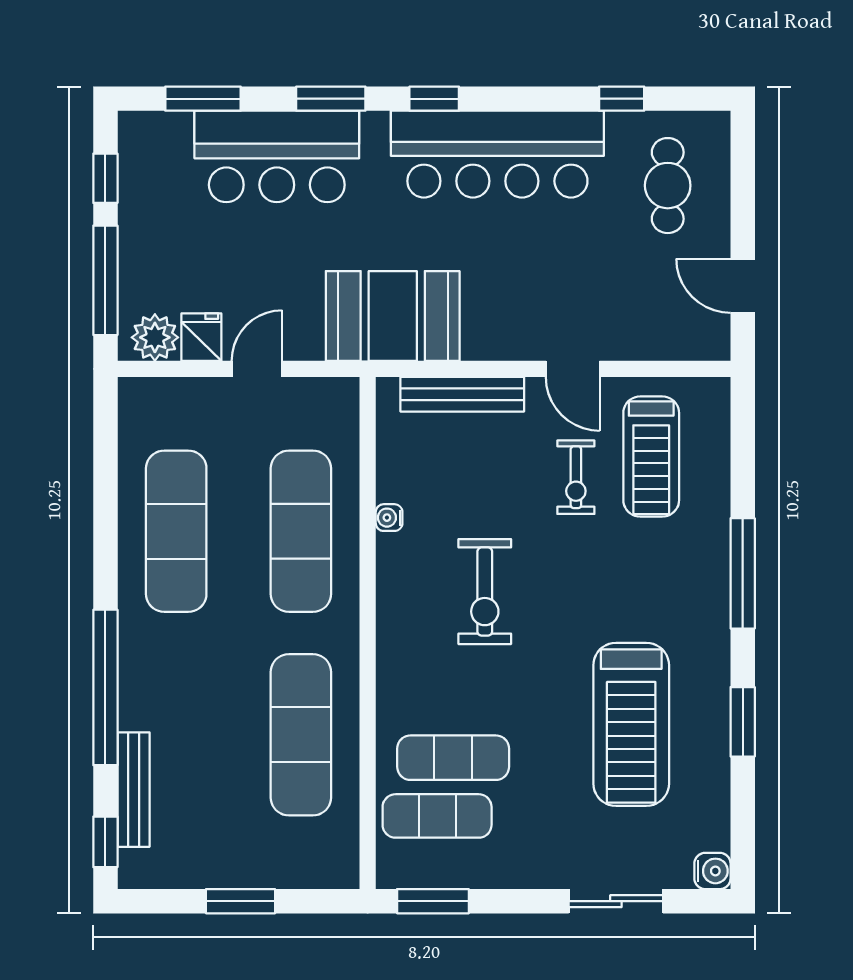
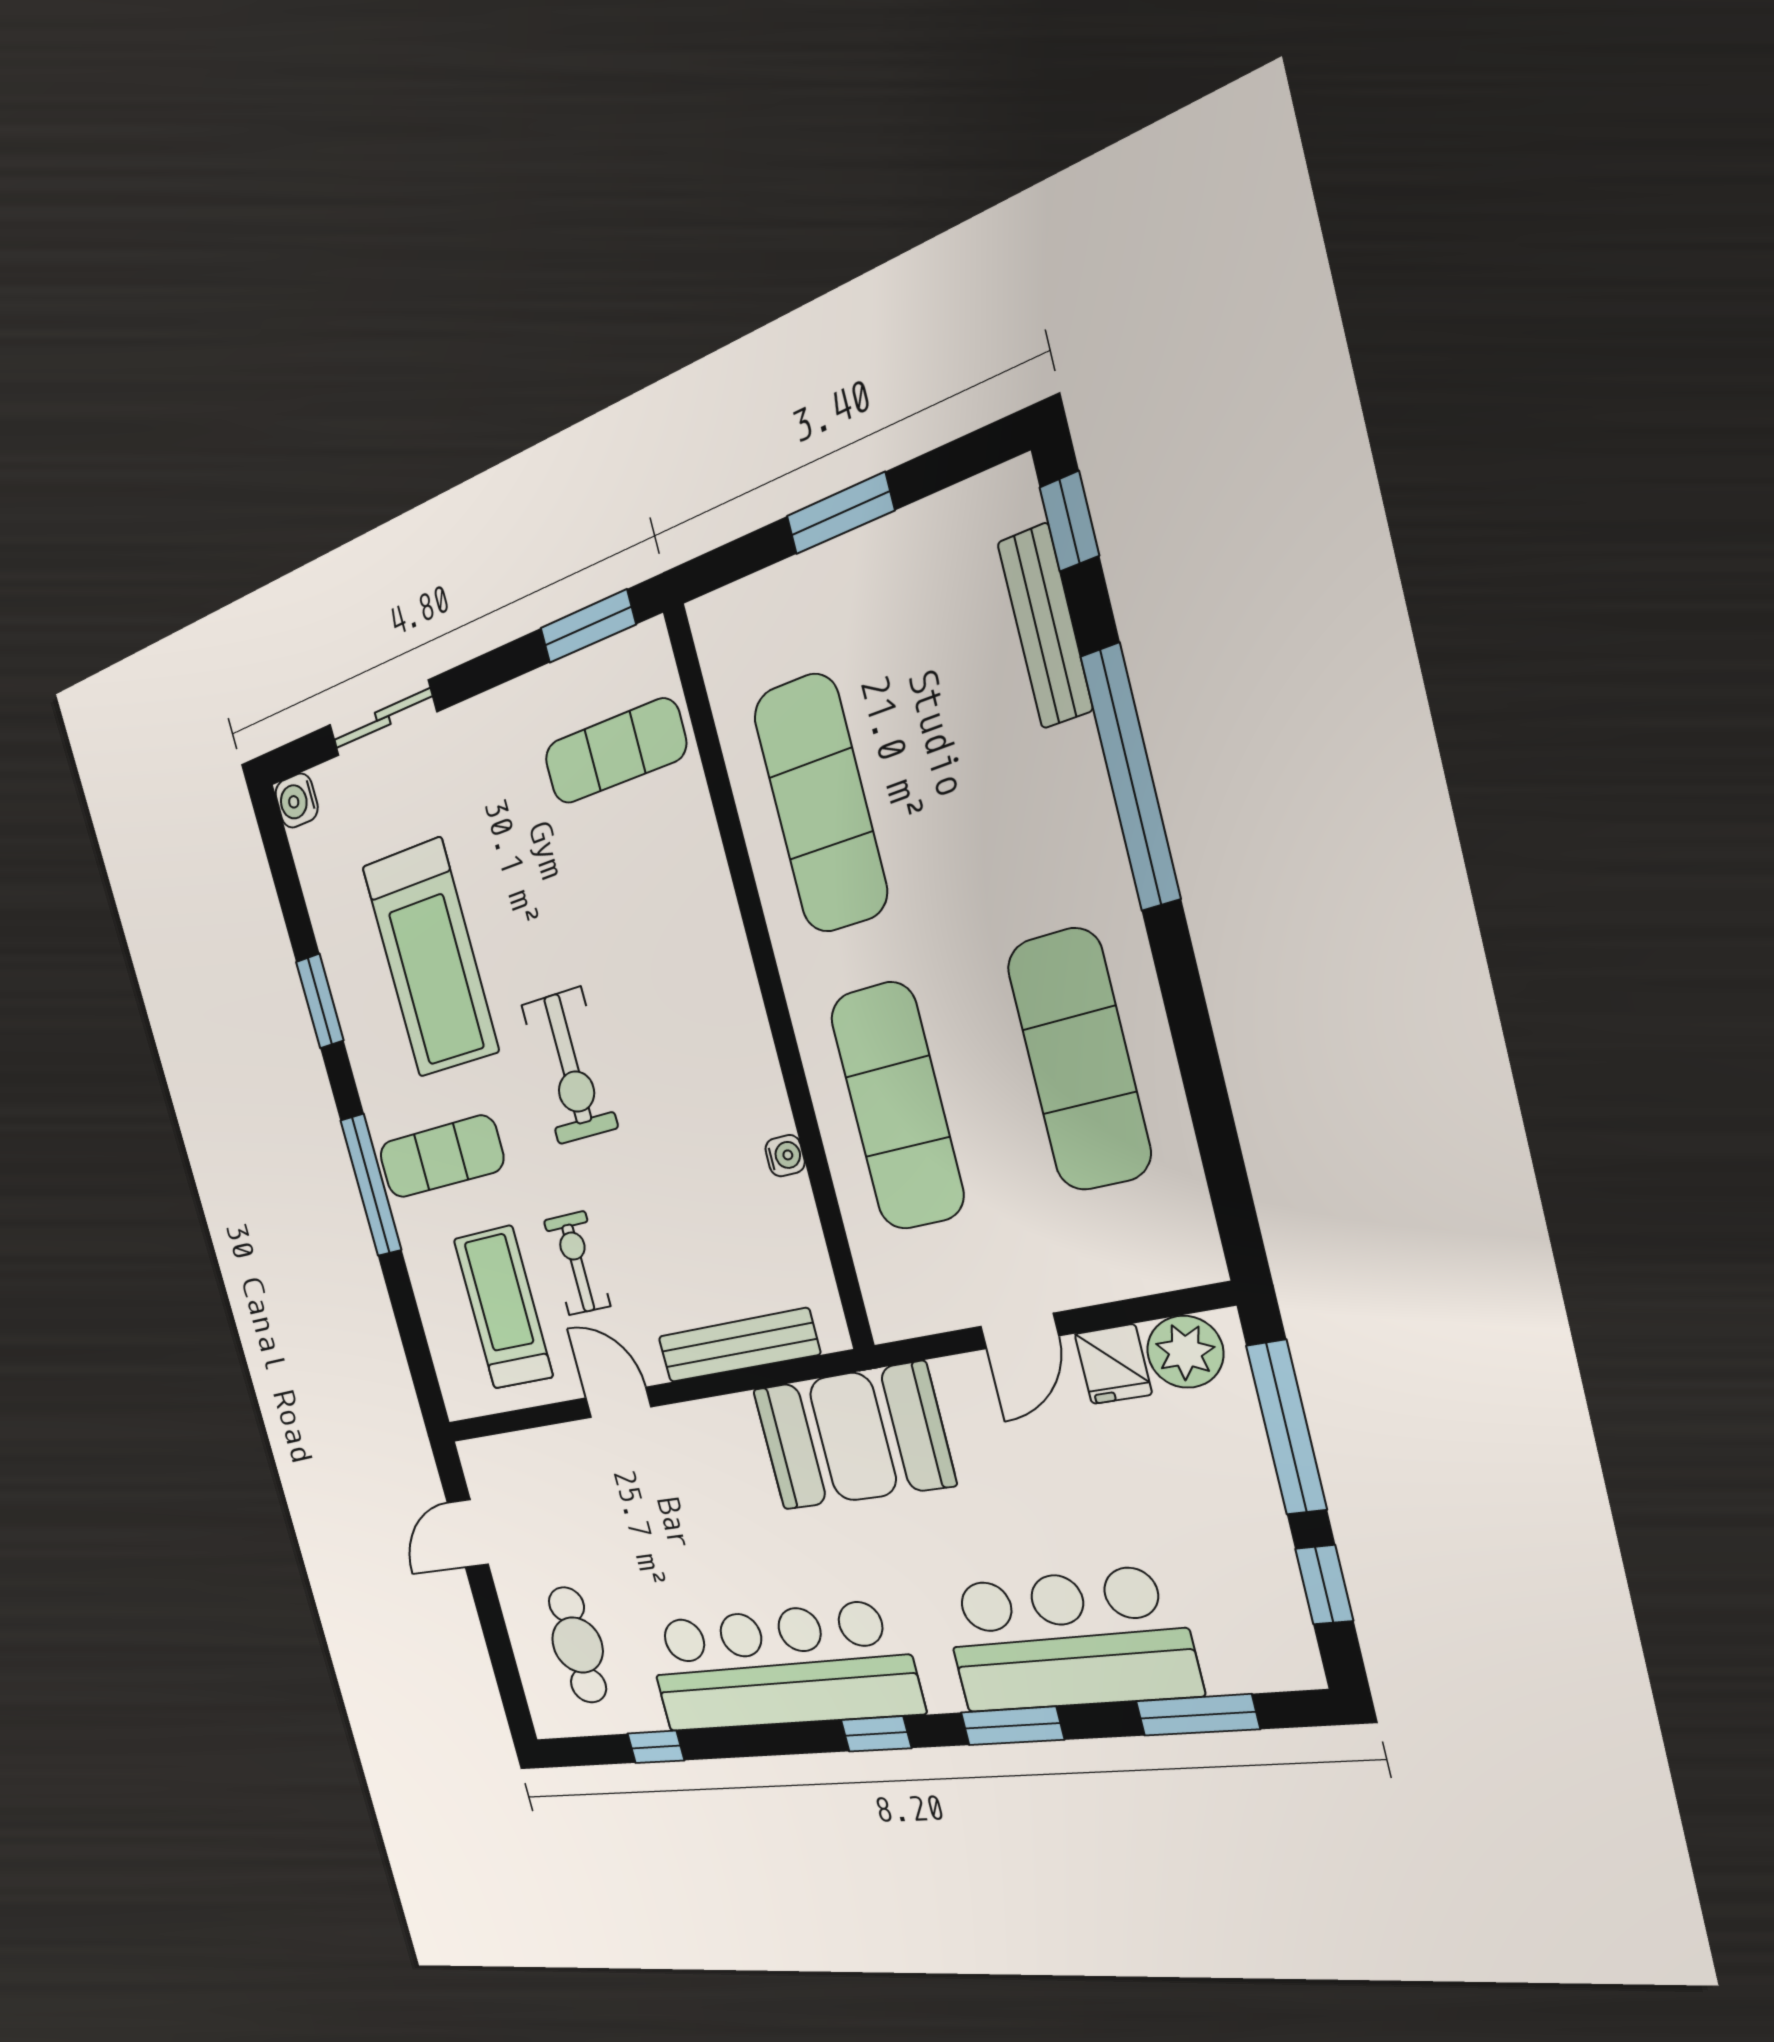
door: (743, 286) -> (468, 1534), swing flipped
exercise bike: (485, 592) -> (570, 1066), moved, turned 180
treadmill: (631, 724) -> (430, 959), turned 180
exercise mat: (453, 758) -> (441, 1157), moved

